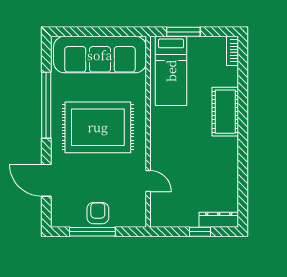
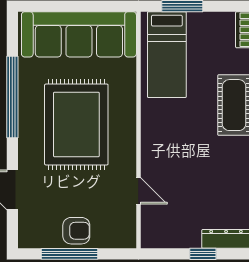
rug: (98, 127) -> (76, 124), turned 90
armchair: (98, 213) -> (76, 231), turned 90

